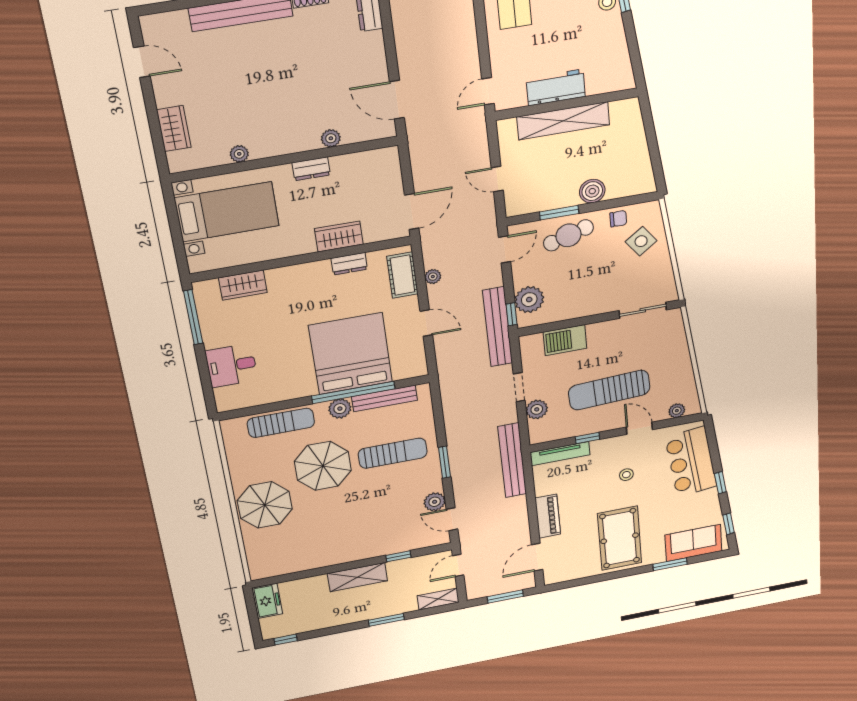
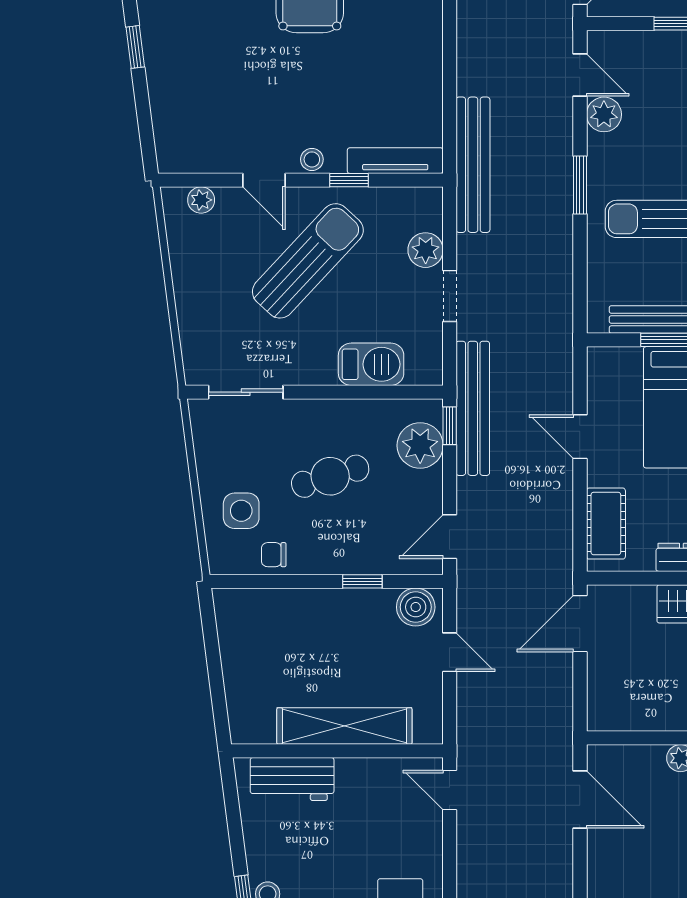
workbench: (556, 87) -> (292, 779), moved
door: (488, 91) -> (450, 790), swing flipped
boiler: (592, 191) -> (416, 607), moved
window: (559, 213) -> (362, 581), width x0.67
cafe table: (568, 235) -> (330, 476), moved
side table: (641, 241) -> (241, 511), turned 36
plant: (433, 277) -> (561, 513), removed
sun lounger: (609, 390) -> (308, 261), turned -44
bar counter: (691, 462) -> (182, 98), removed
stool: (626, 475) -> (312, 159), moved
piano: (548, 516) -> (425, 46), removed

